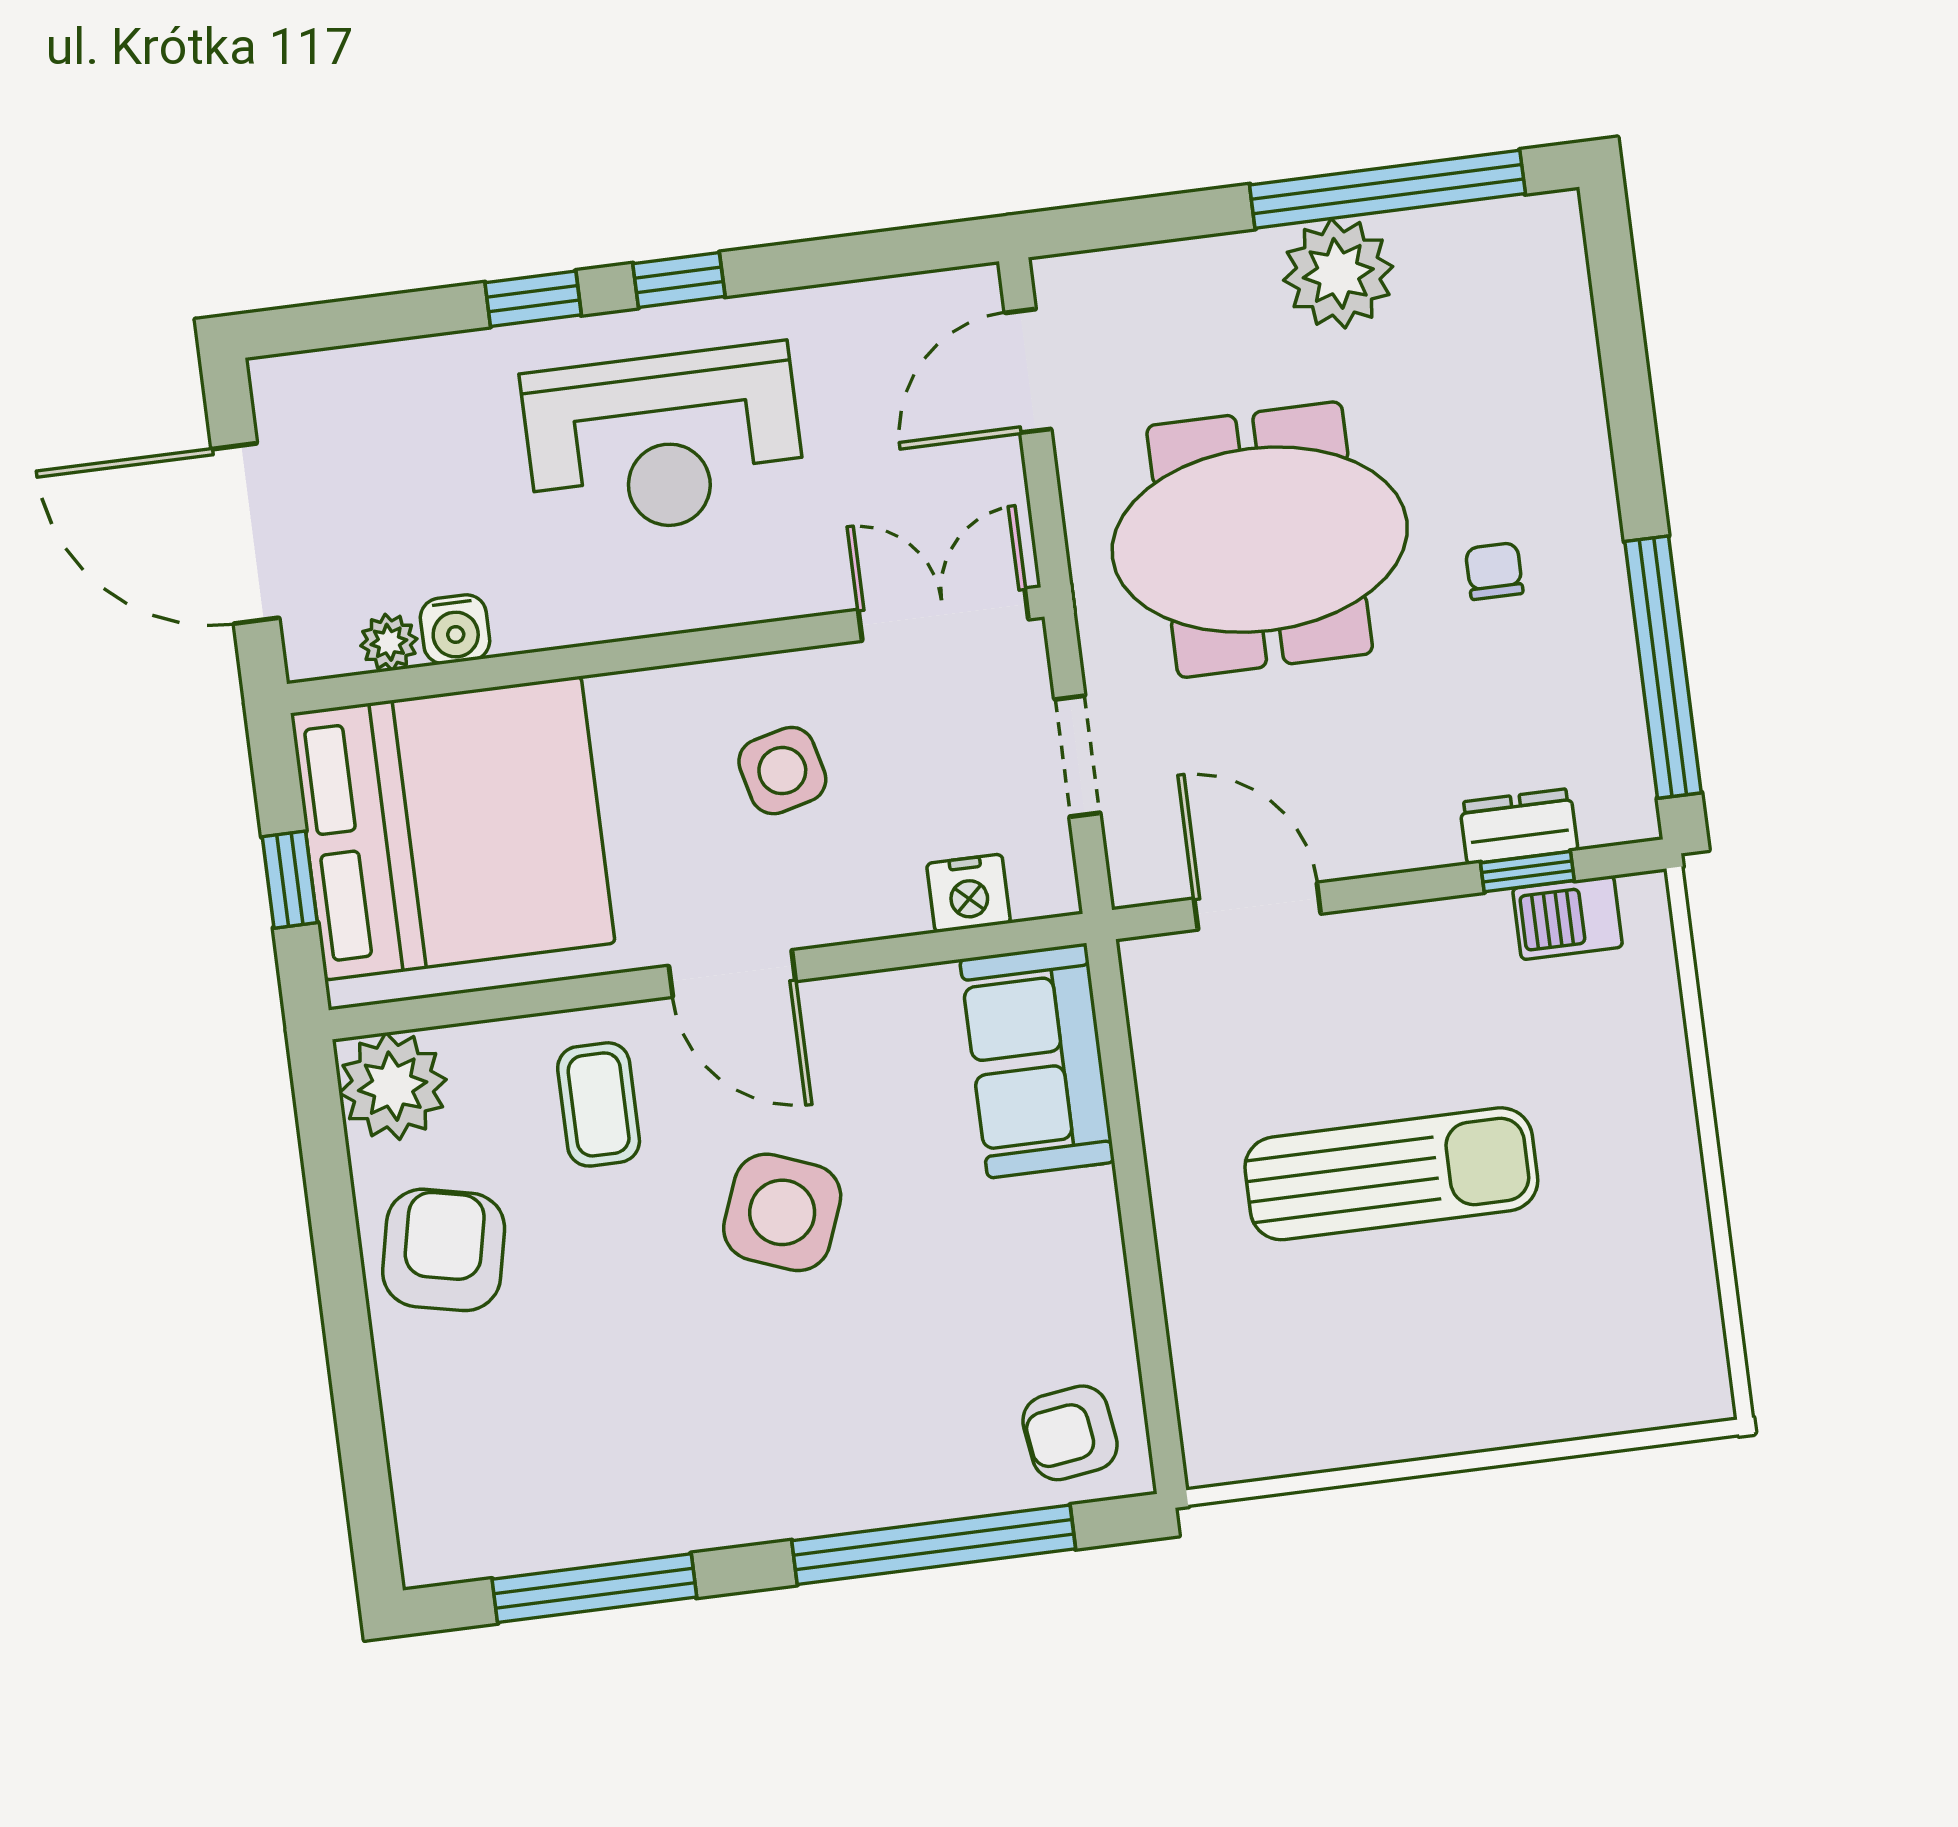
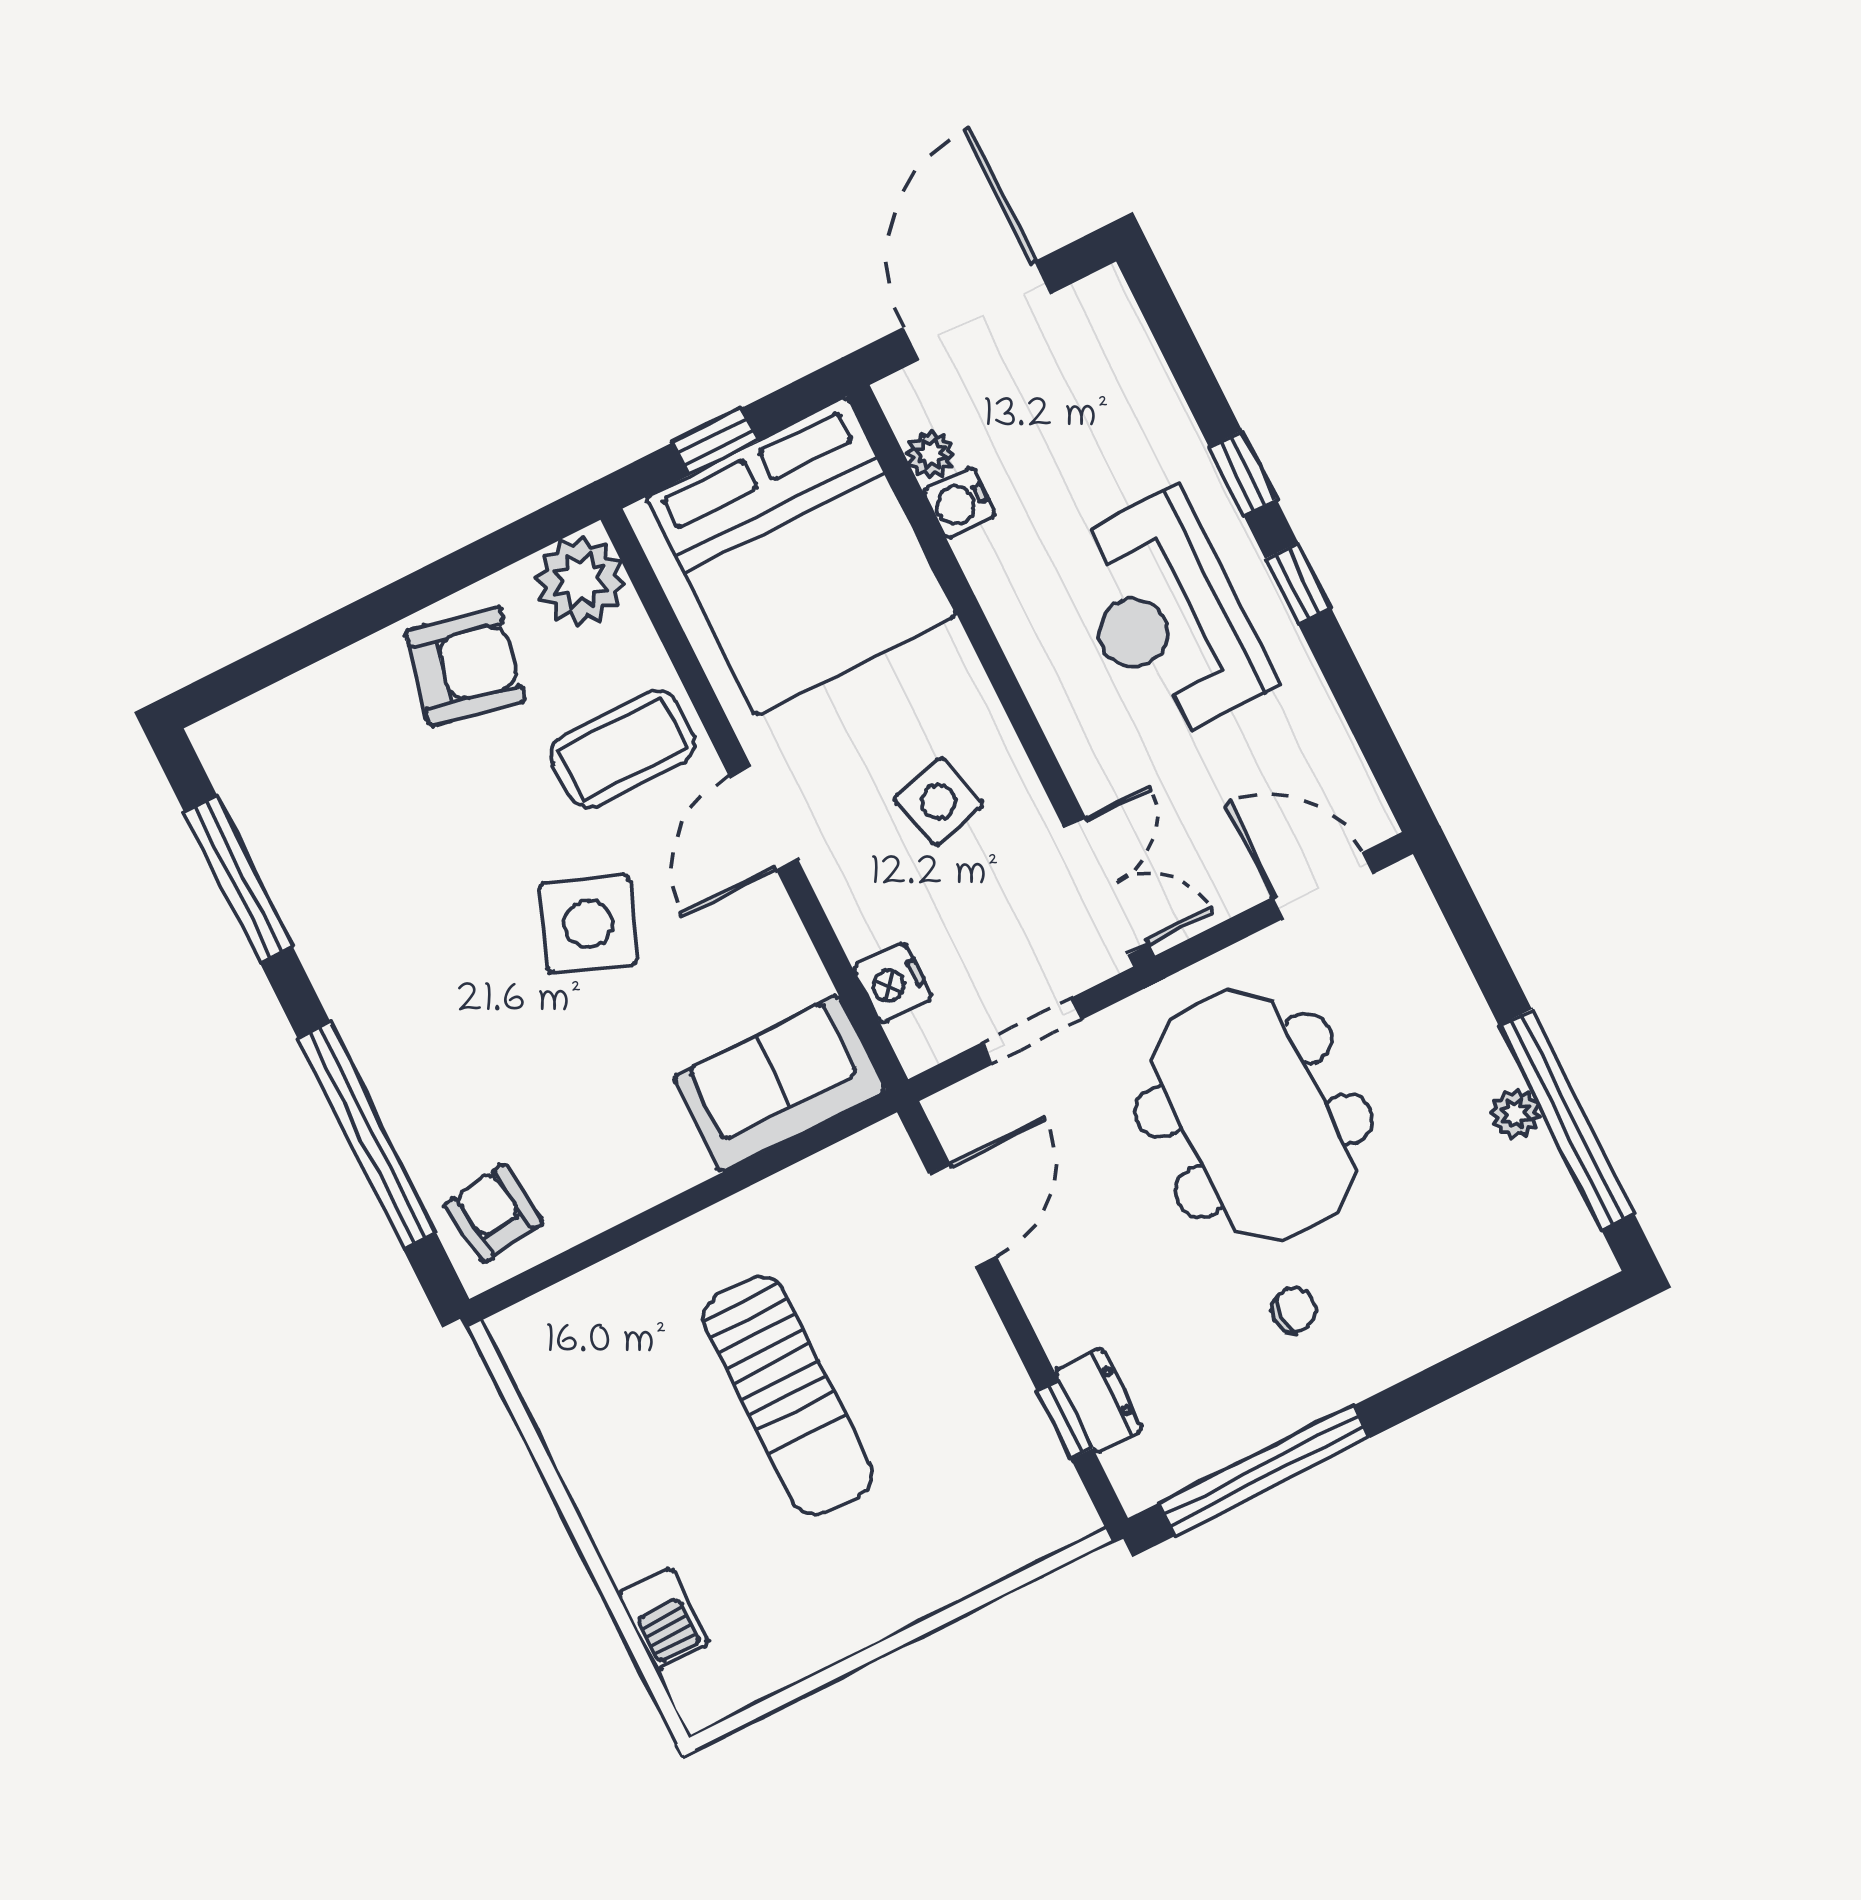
plant: (1338, 273) -> (1515, 1114), width x0.53, depth x0.53
barbecue: (1568, 918) -> (663, 1619), moved, turned 180
coffee table: (599, 1104) -> (623, 749), width x1.36, depth x1.30

